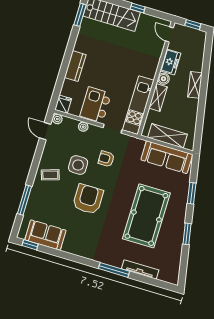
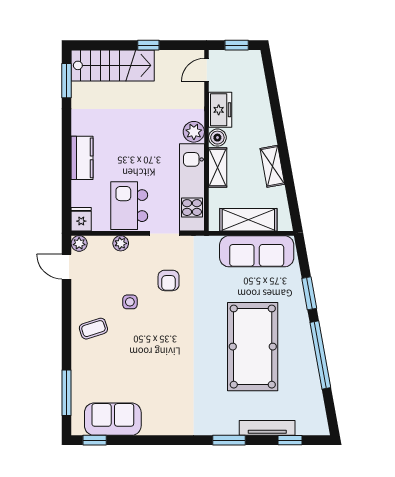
door: (169, 34) -> (207, 70), hinge flipped
plant: (150, 71) -> (194, 132), added
shelving: (195, 85) -> (272, 166), moved
armchair: (106, 159) -> (169, 280), turned -90
side table: (78, 165) -> (130, 302), width x0.54, depth x0.54
armchair: (88, 199) -> (159, 348), removed
window: (24, 200) -> (67, 393), moved
window: (187, 234) -> (320, 355), width x2.11
window: (114, 270) -> (229, 440), width x0.69
window: (152, 281) -> (290, 440), added

